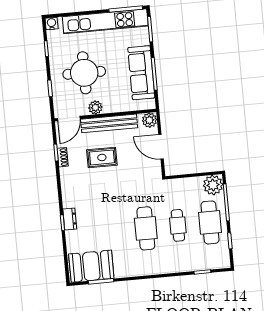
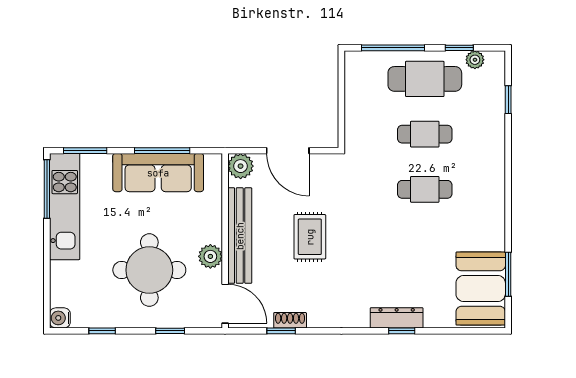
kitchen unit: (105, 21) -> (65, 207), width x0.73
door: (161, 147) -> (288, 151), hinge flipped
rug: (102, 157) -> (310, 237), moved
plant: (213, 185) -> (475, 60), moved, width x0.53, depth x0.53
dresser: (70, 219) -> (397, 318), width x1.44
cafe table: (146, 228) -> (425, 189), width x0.73, depth x0.74

